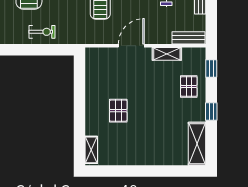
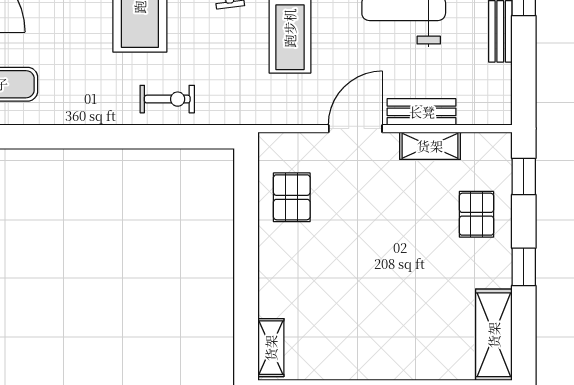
bench: (189, 38) -> (422, 112), moved
pallet: (118, 111) -> (292, 197), moved

